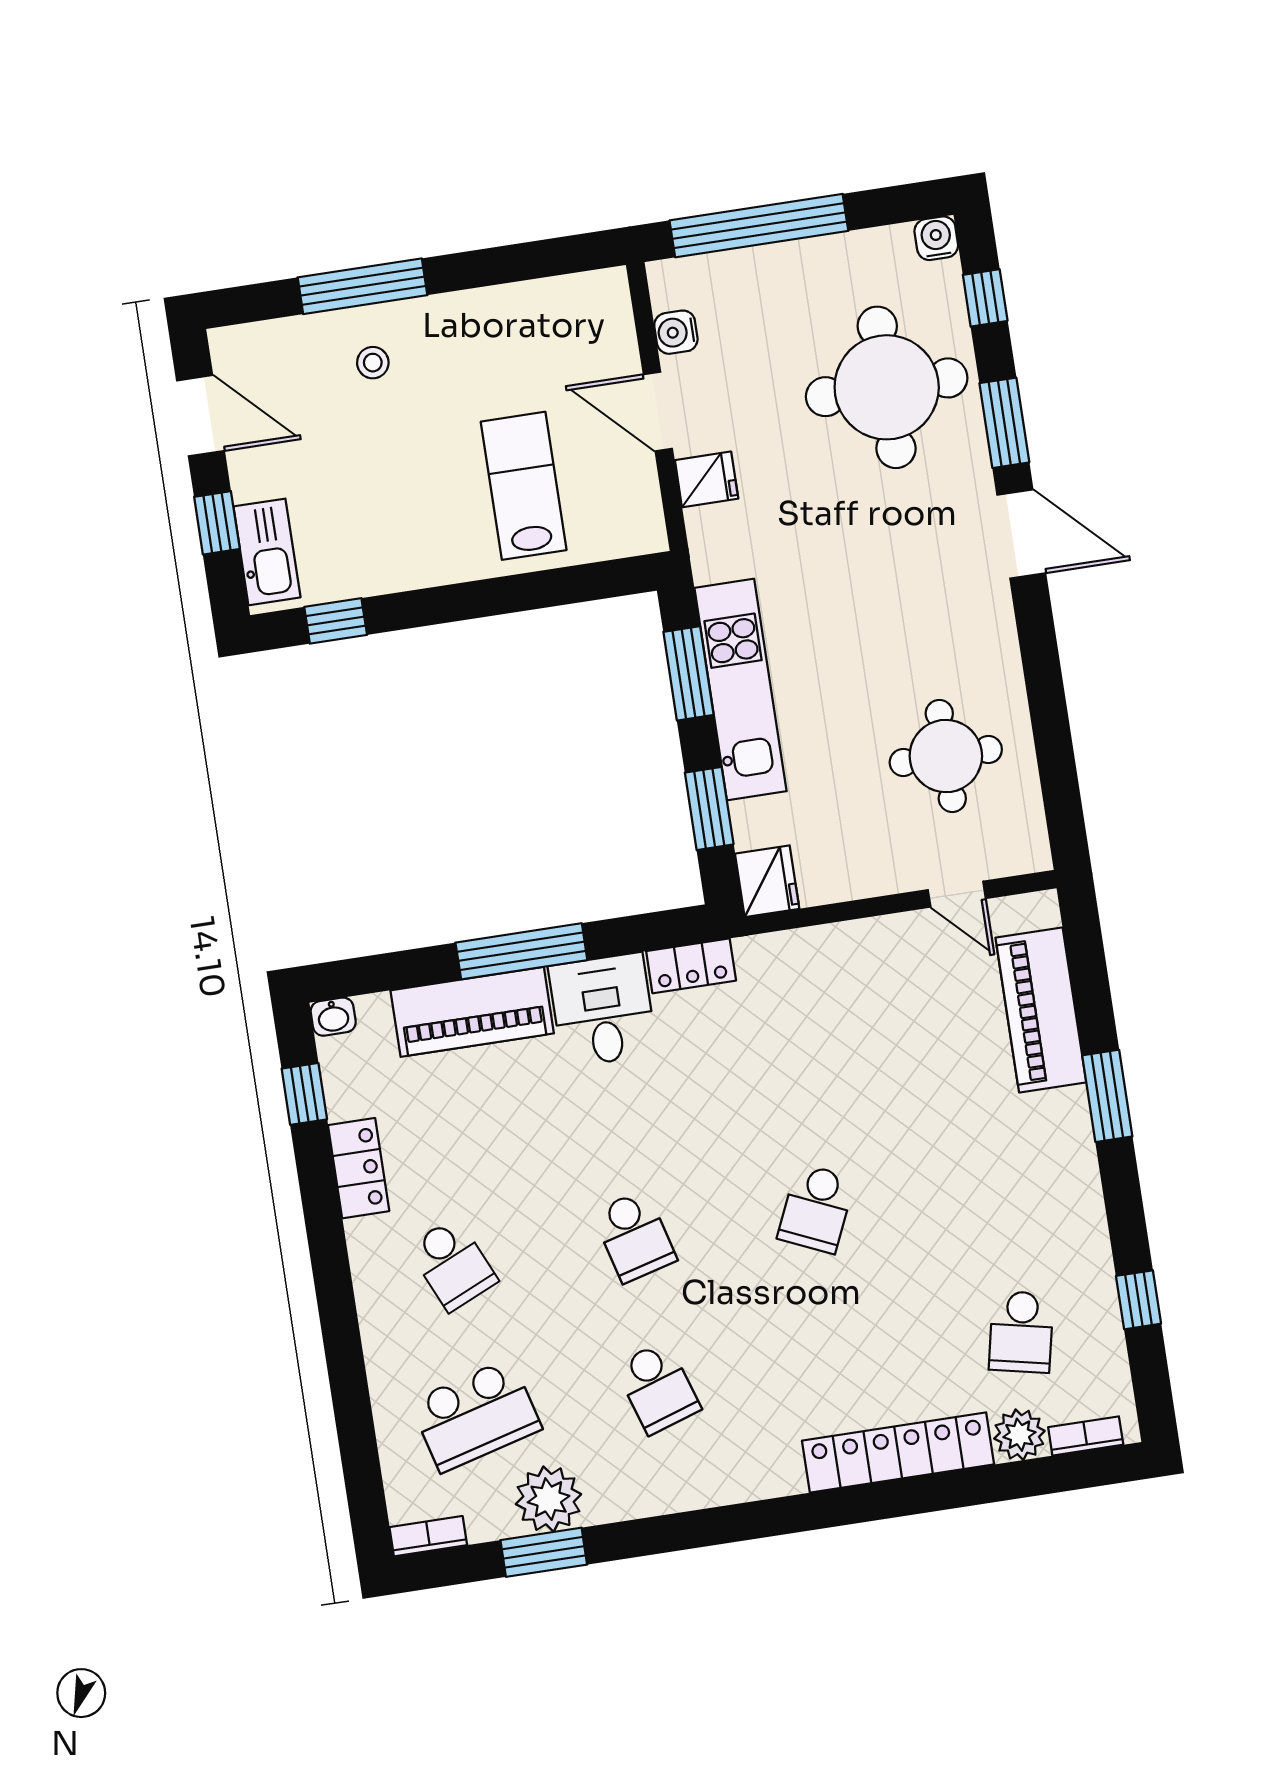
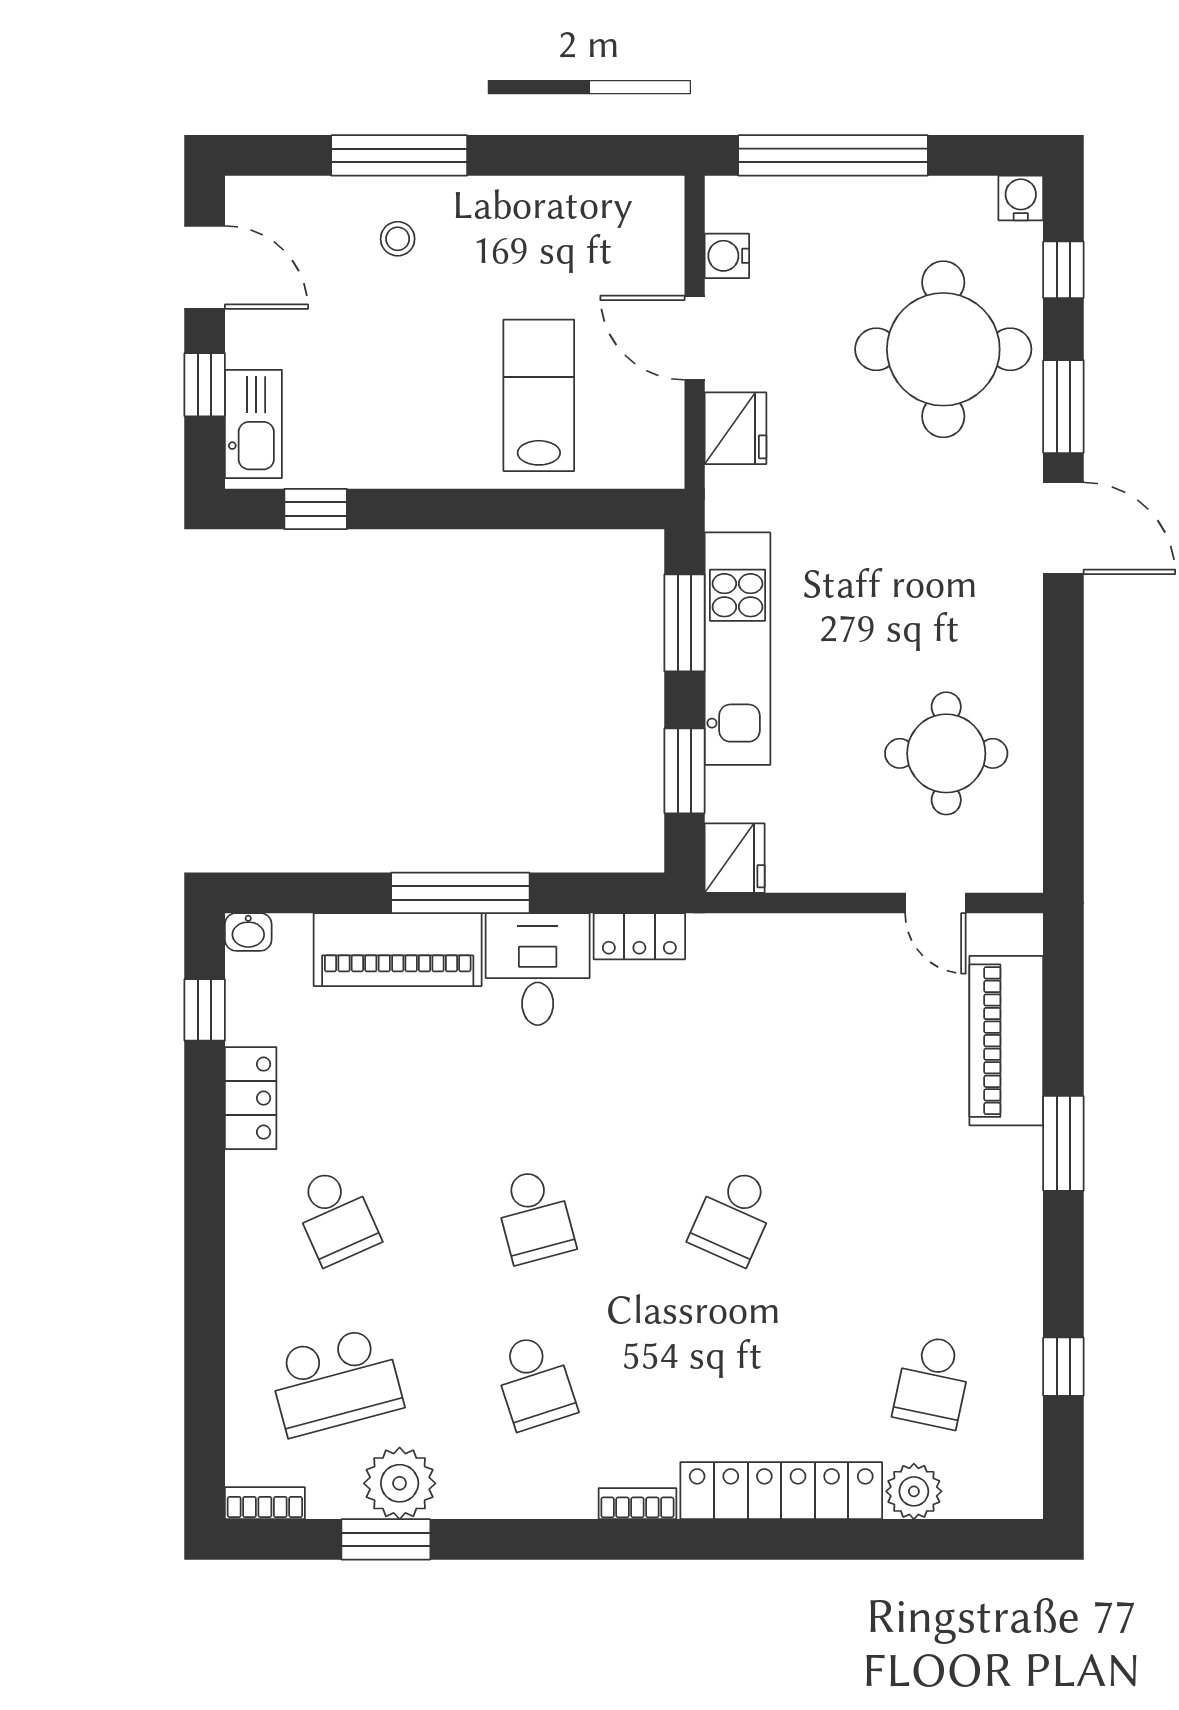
fridge: (707, 479) -> (736, 428), width x1.38
bookcase: (1086, 1436) -> (637, 1504), moved

